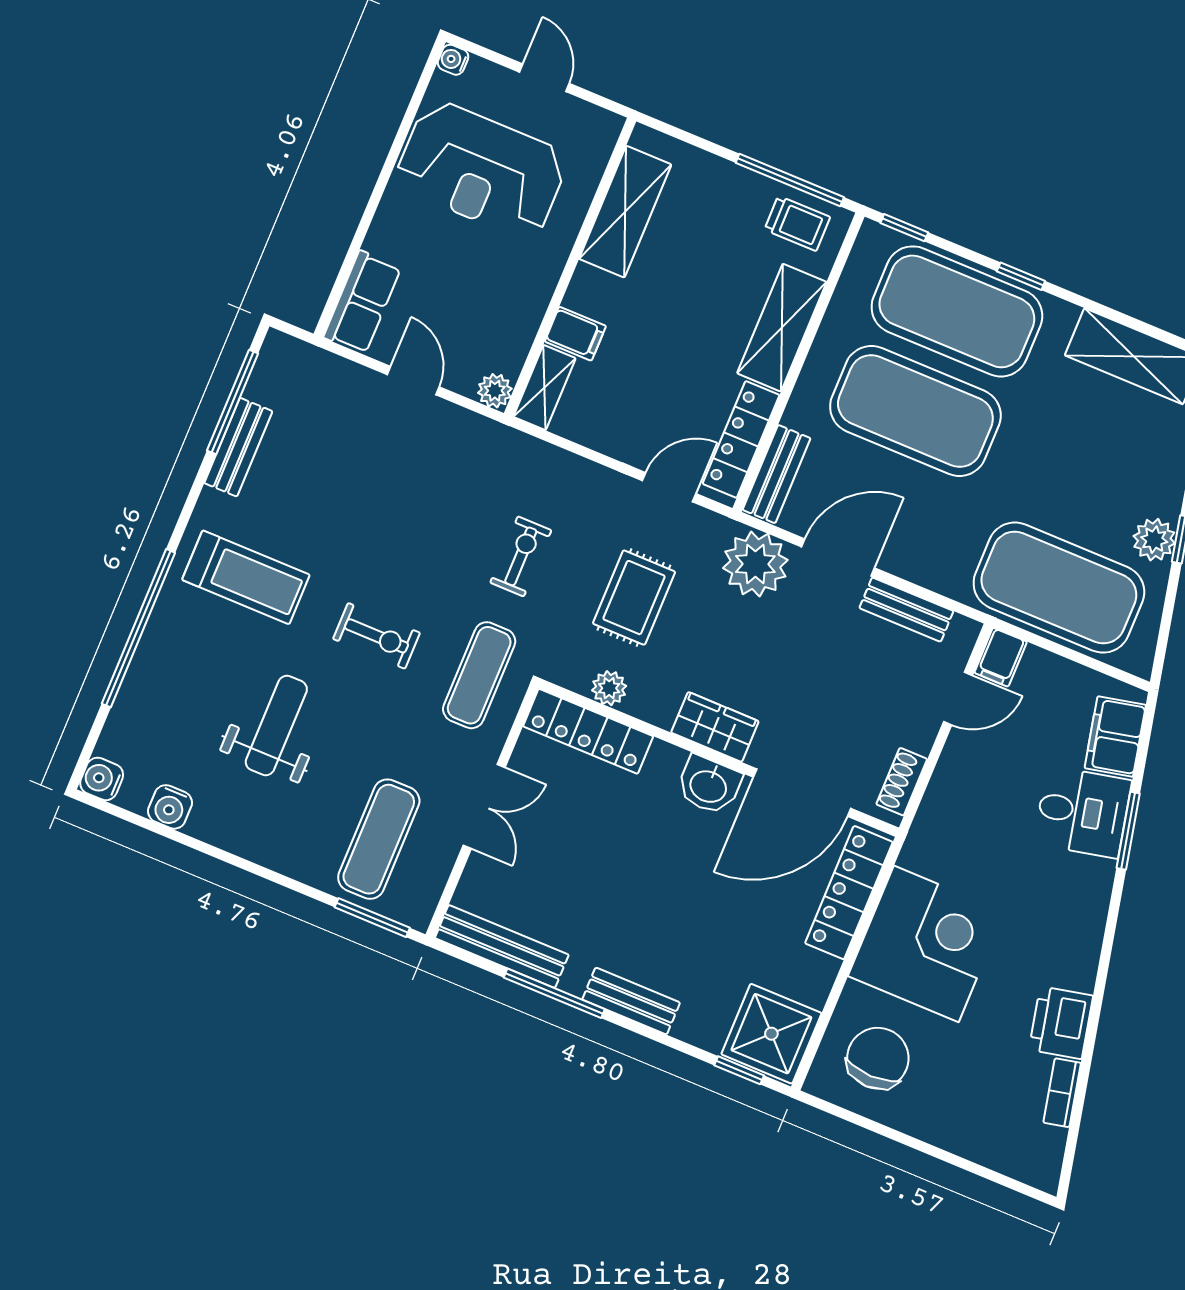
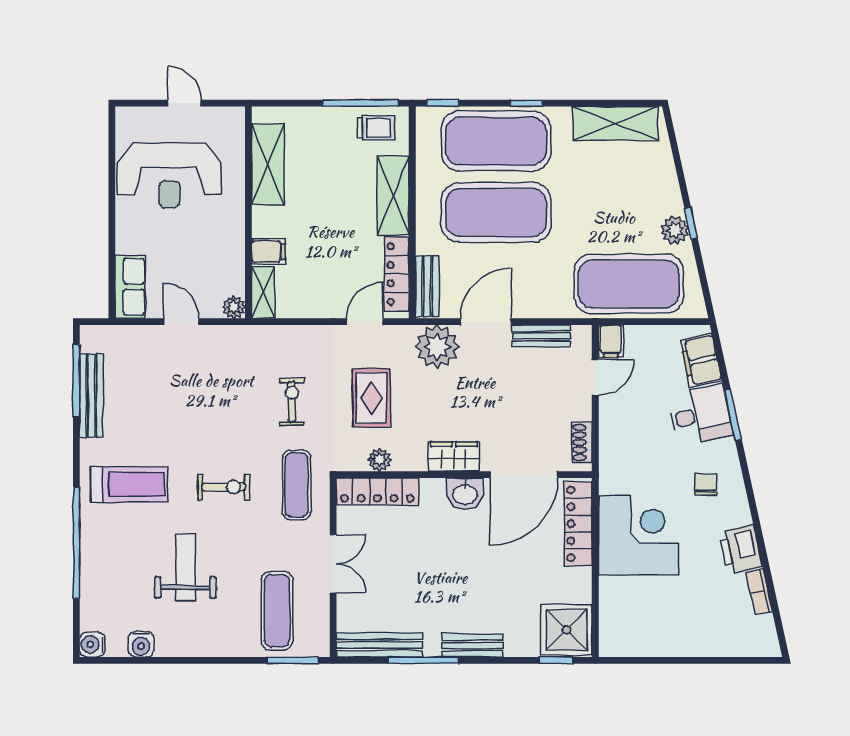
water cooler: (453, 60) -> (124, 115), removed
bench: (238, 447) -> (91, 396), width x1.36
chair: (878, 1058) -> (706, 485), moved, width x0.54, depth x0.54

